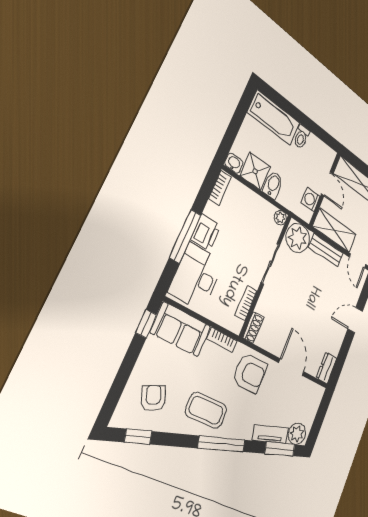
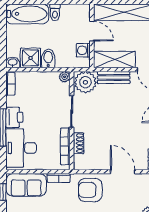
bookcase: (246, 303) -> (65, 146), width x1.56
shoe rack: (253, 327) -> (79, 143), moved
armchair: (250, 373) -> (90, 190), turned 180

